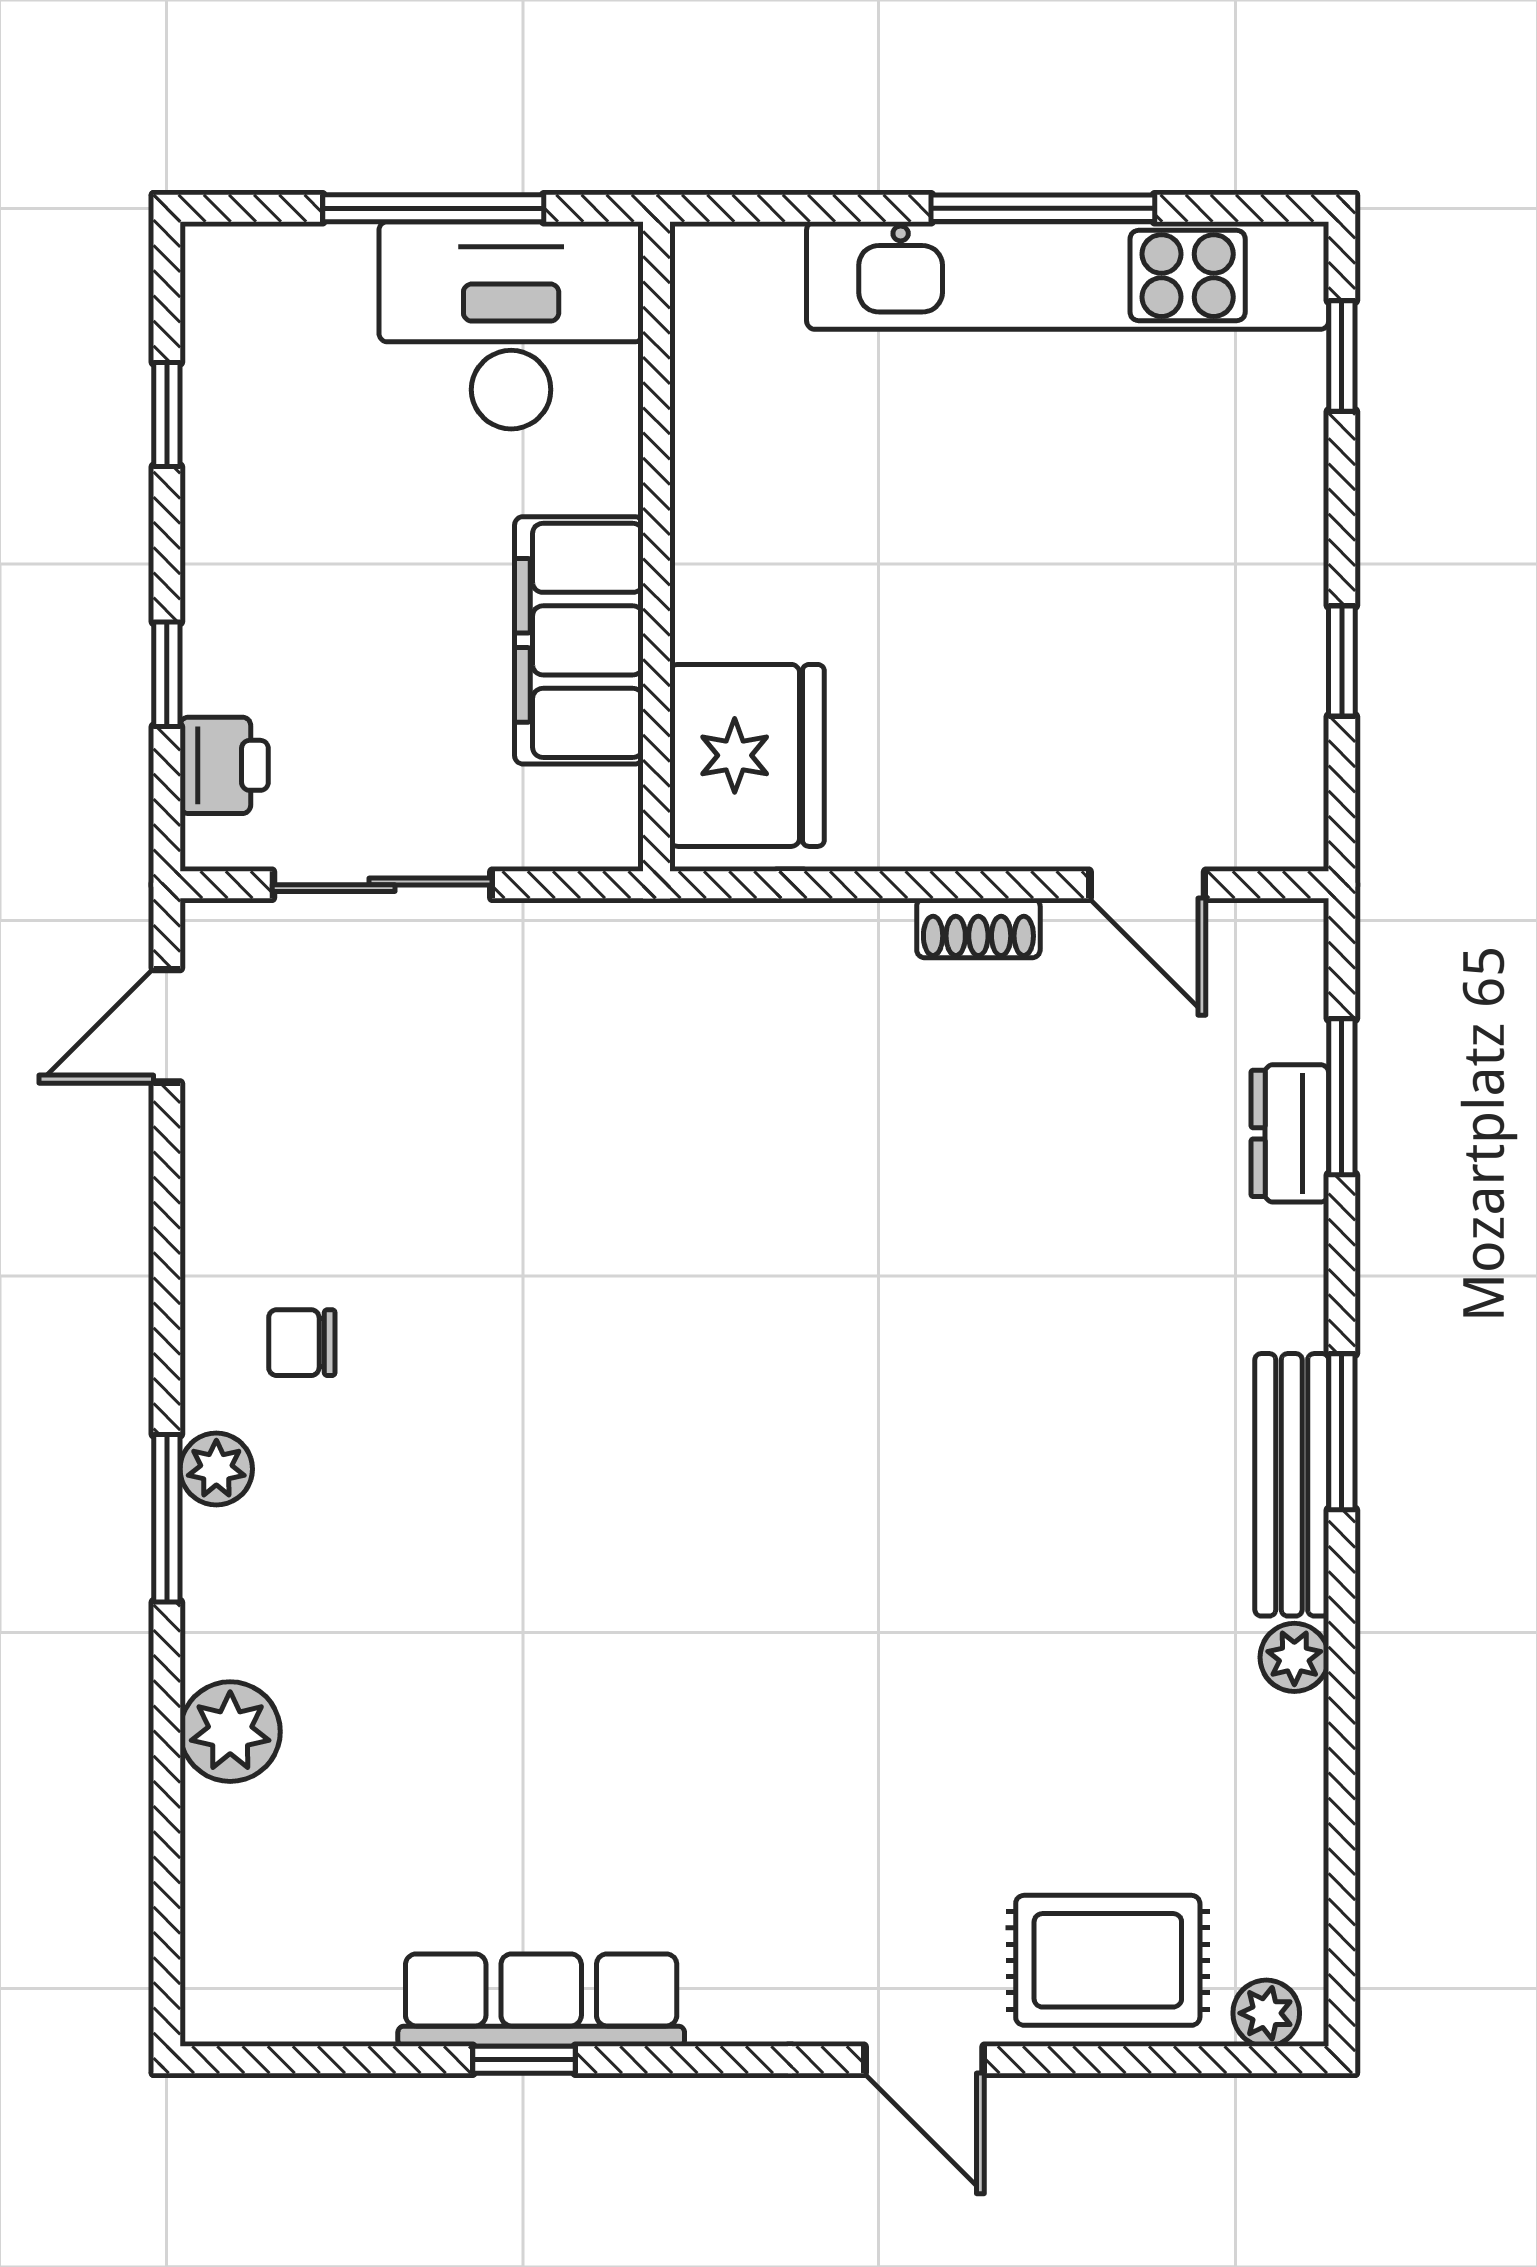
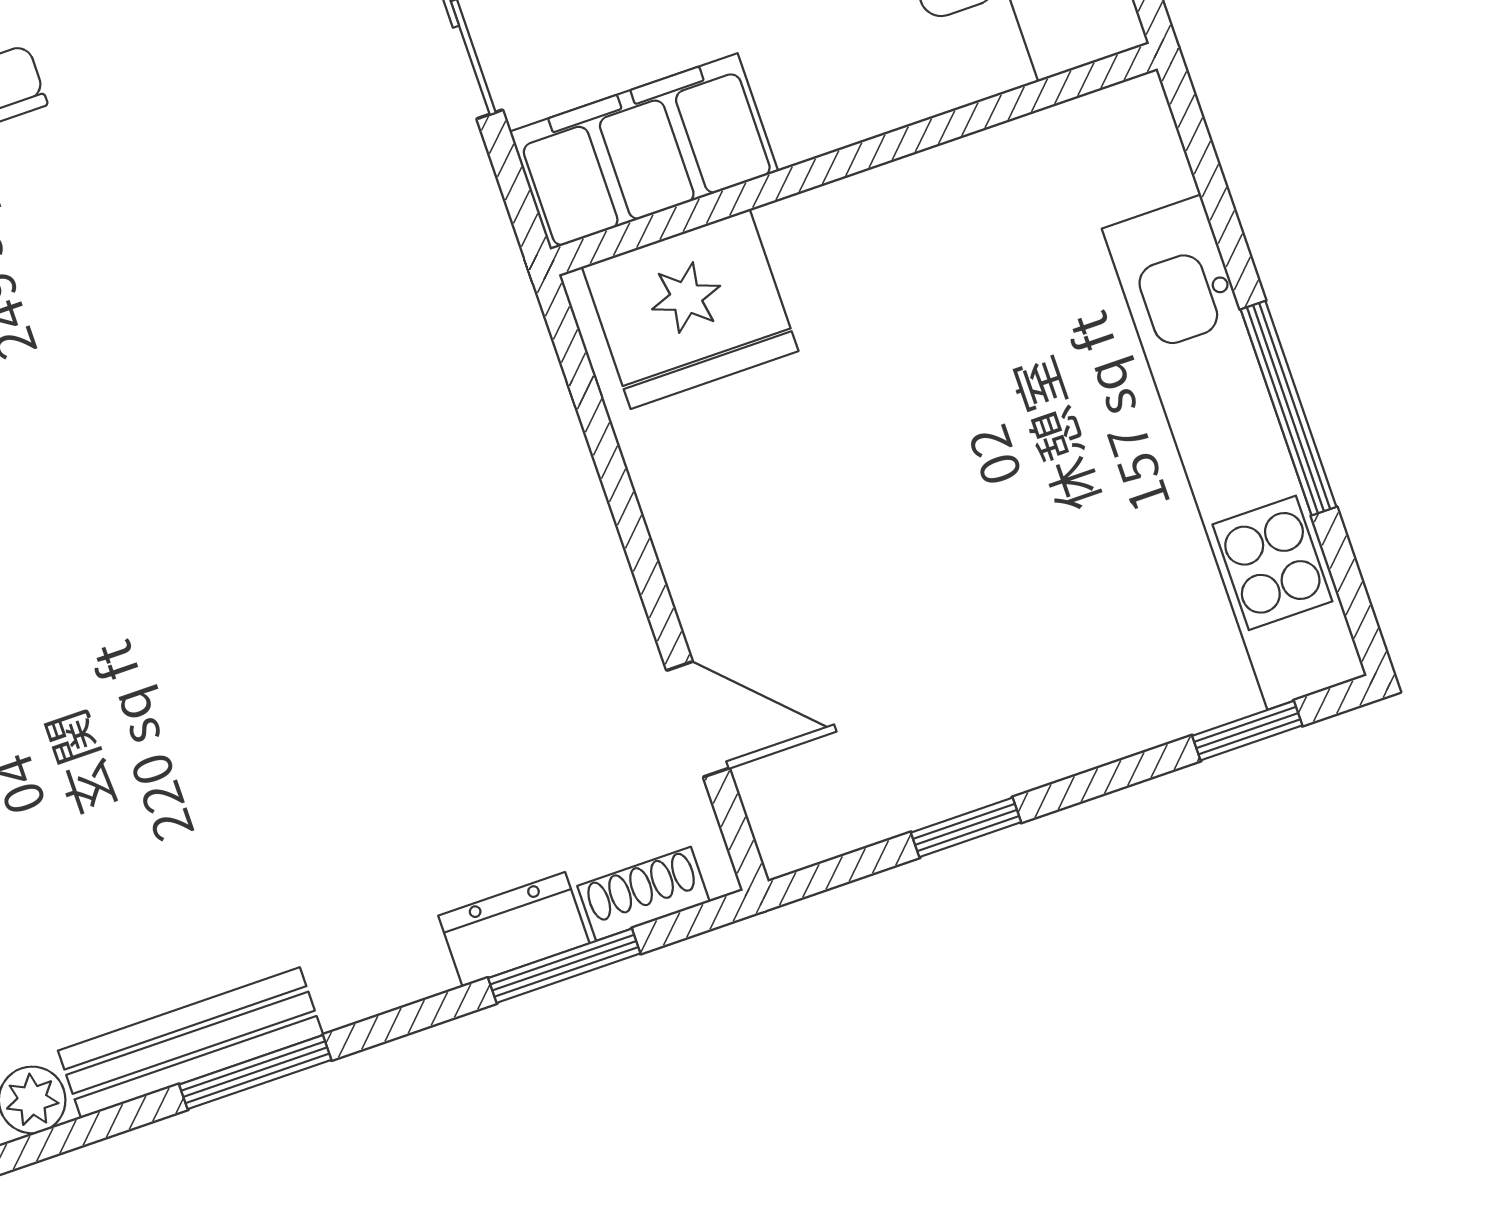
filing cabinet: (579, 640) -> (644, 152), moved
door: (1147, 885) -> (698, 719), swing flipped
shoe rack: (978, 928) -> (644, 894), moved, turned 90

